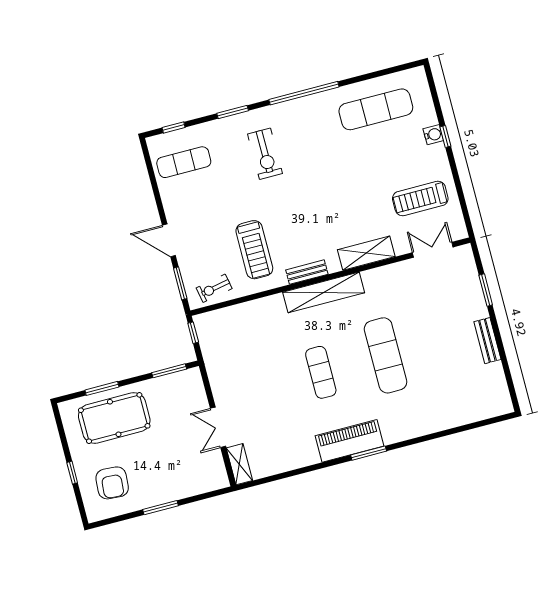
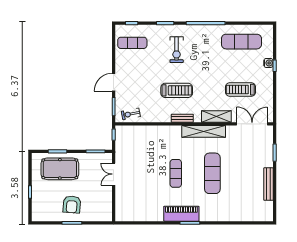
treadmill: (420, 199) -> (240, 90), moved
door: (169, 240) -> (114, 82), hinge flipped
treadmill: (254, 250) -> (177, 90), moved, turned -90
double door: (433, 250) -> (252, 124), width x1.37
shelving: (324, 292) -> (204, 131), moved
bench: (487, 341) -> (268, 184), width x1.36
double door: (218, 427) -> (114, 174), moved
shelving: (239, 464) -> (120, 211), removed
armchair: (112, 483) -> (72, 204), moved

